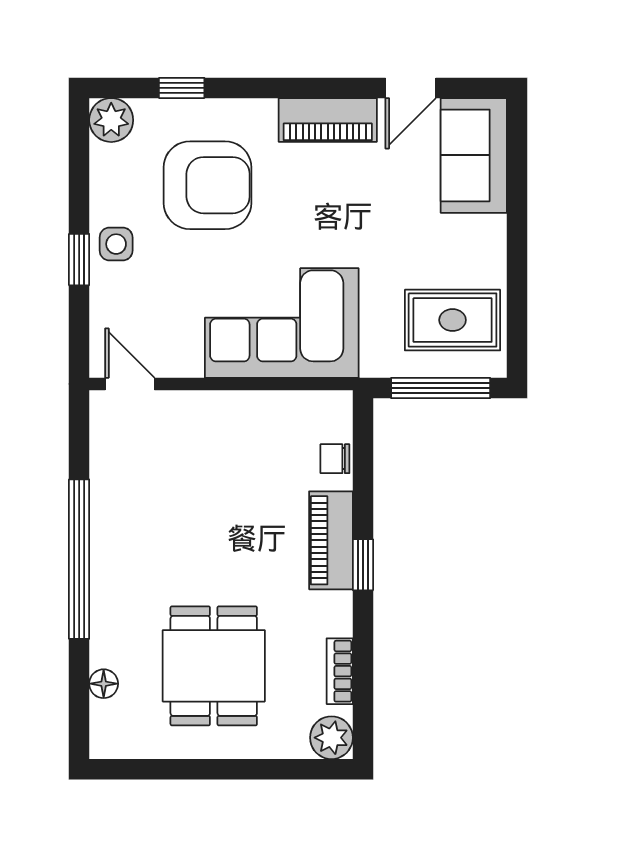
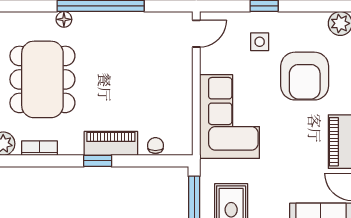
side table: (116, 244) -> (260, 42), moved
dining table: (214, 666) -> (42, 79), width x1.37
floor lamp: (104, 684) -> (64, 19), moved

